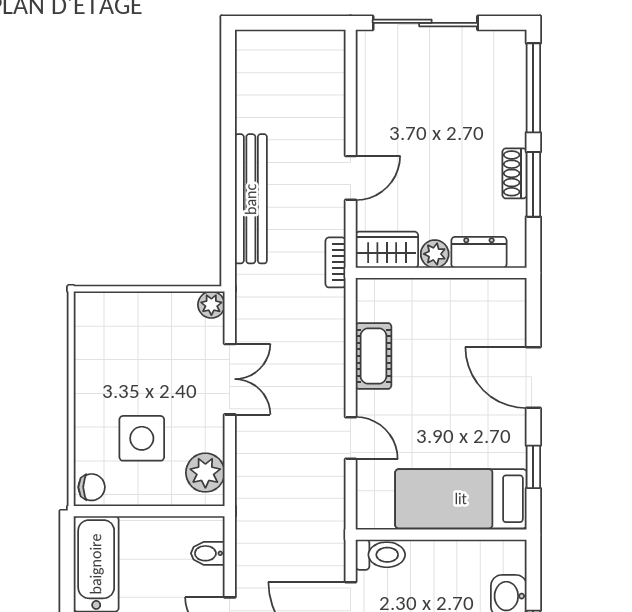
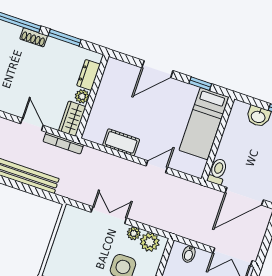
shoe rack: (515, 173) -> (34, 37), moved
bookcase: (335, 262) -> (63, 143), width x1.56
plant: (211, 305) -> (134, 233), moved

